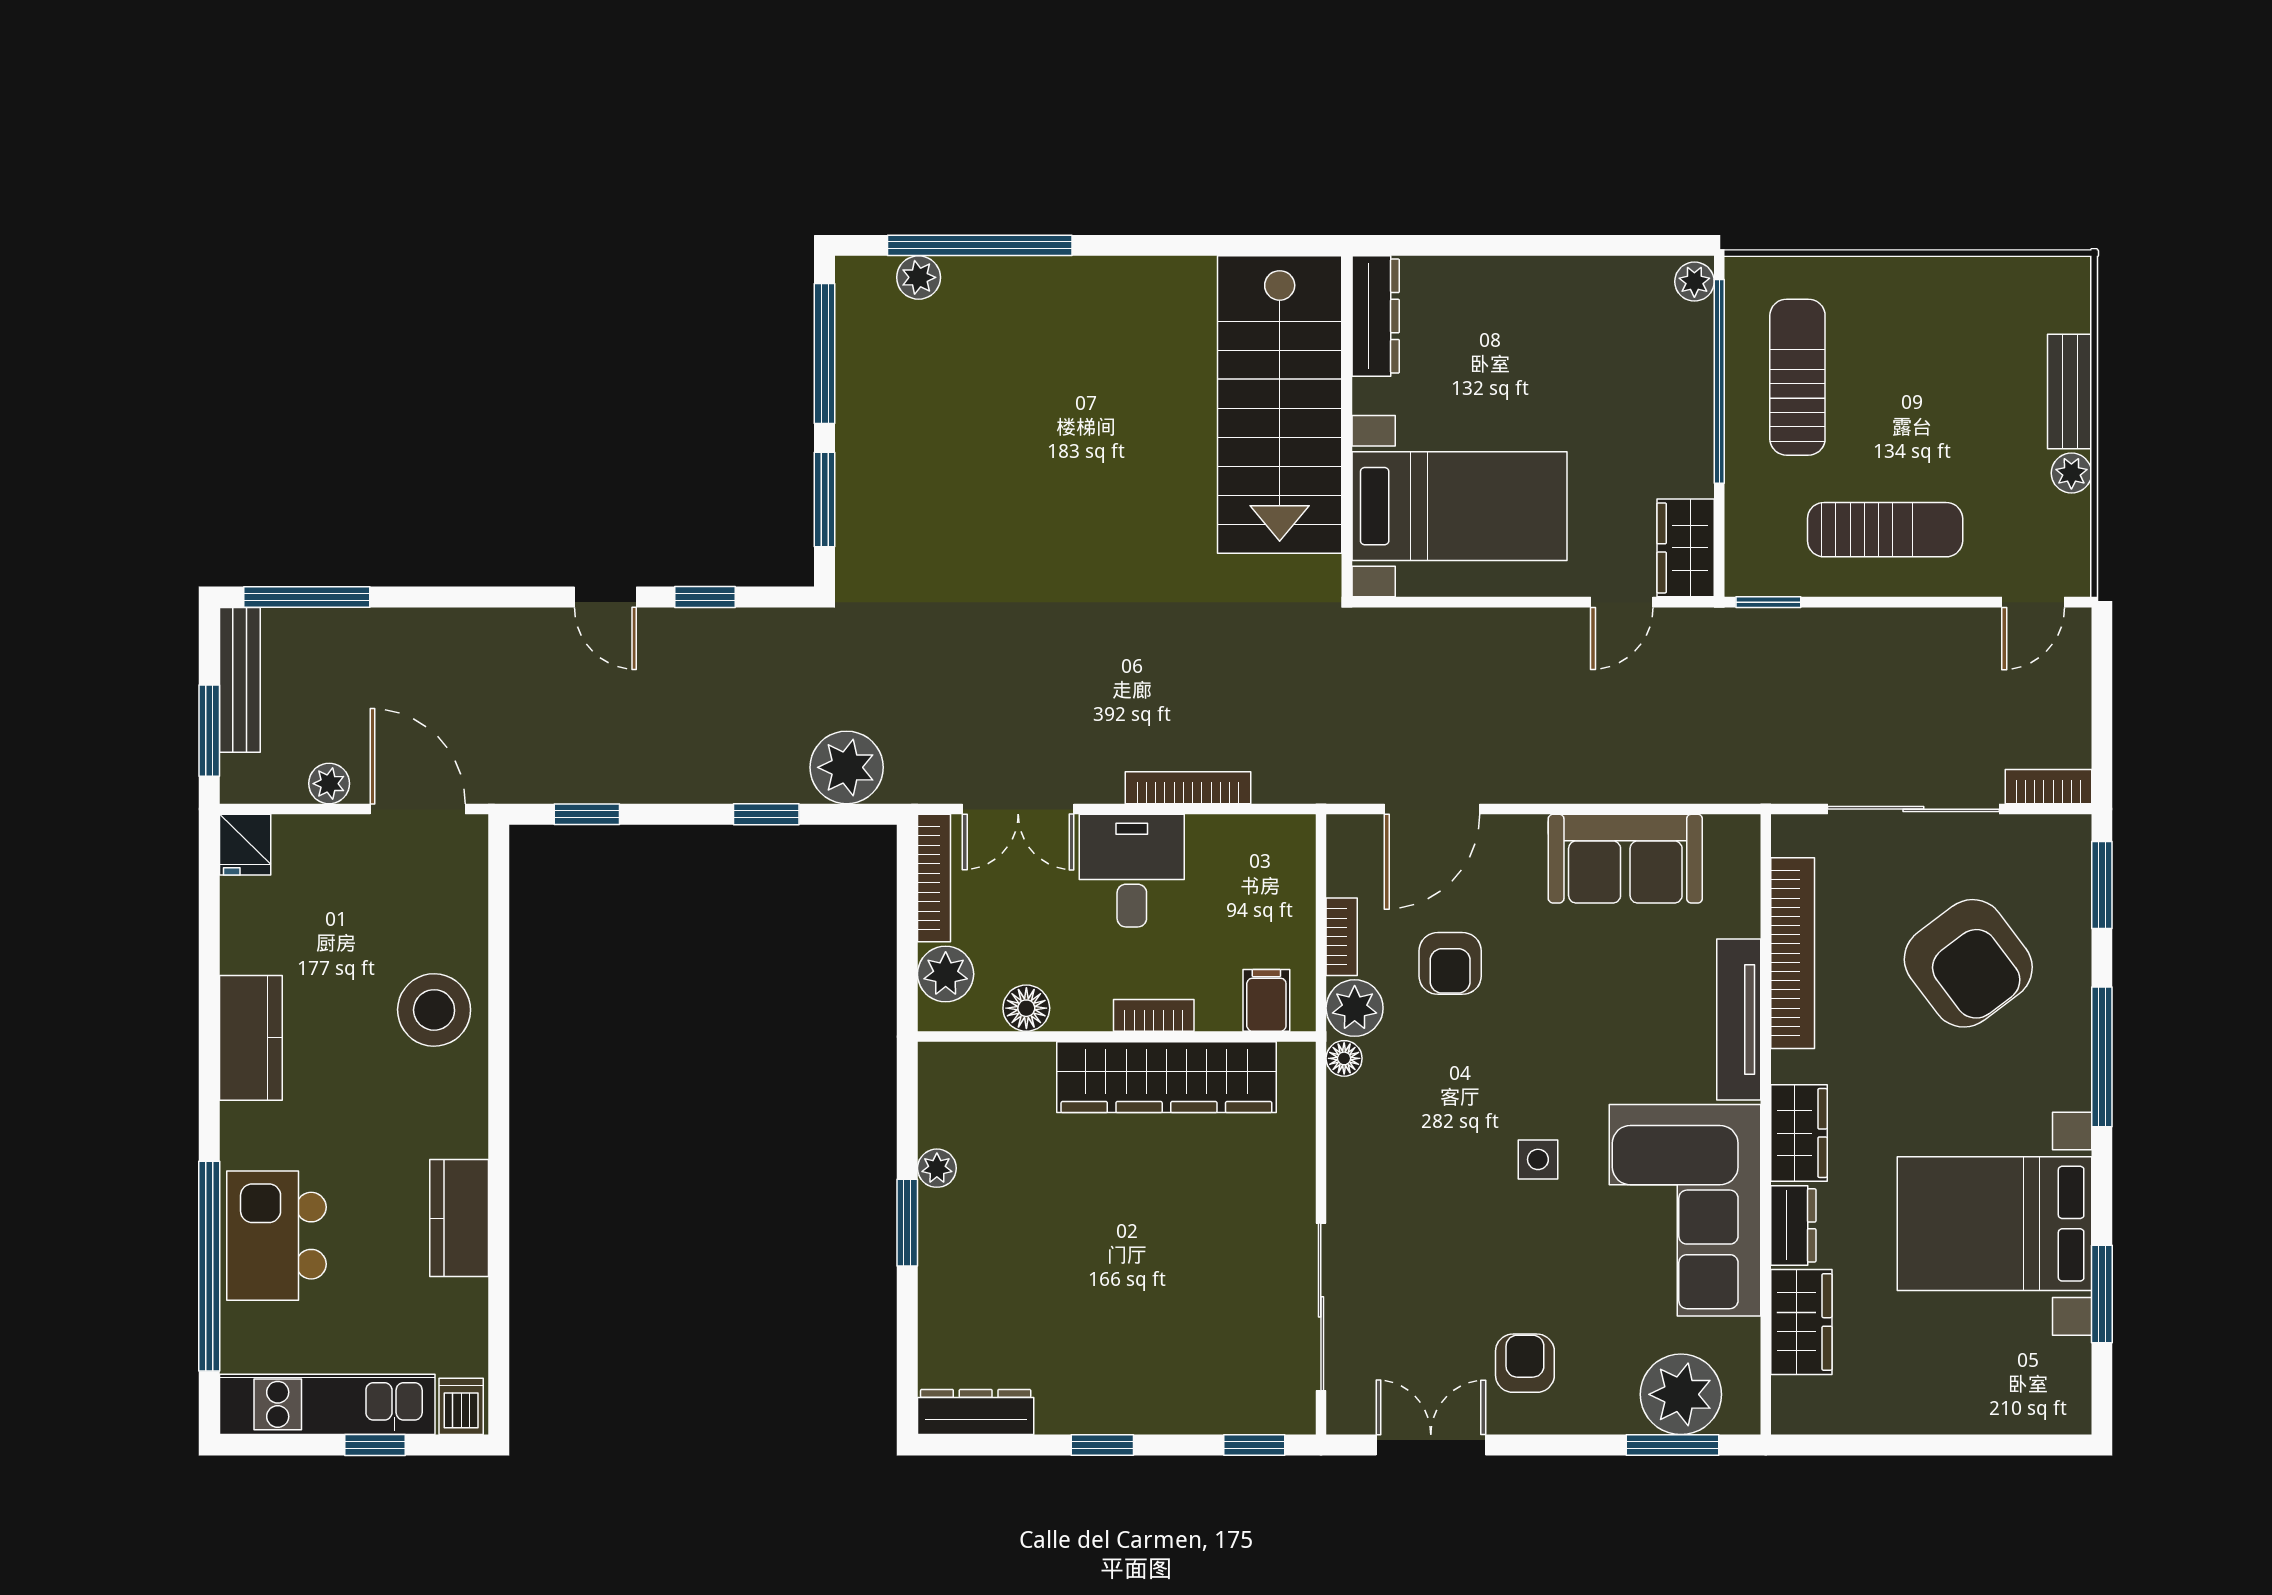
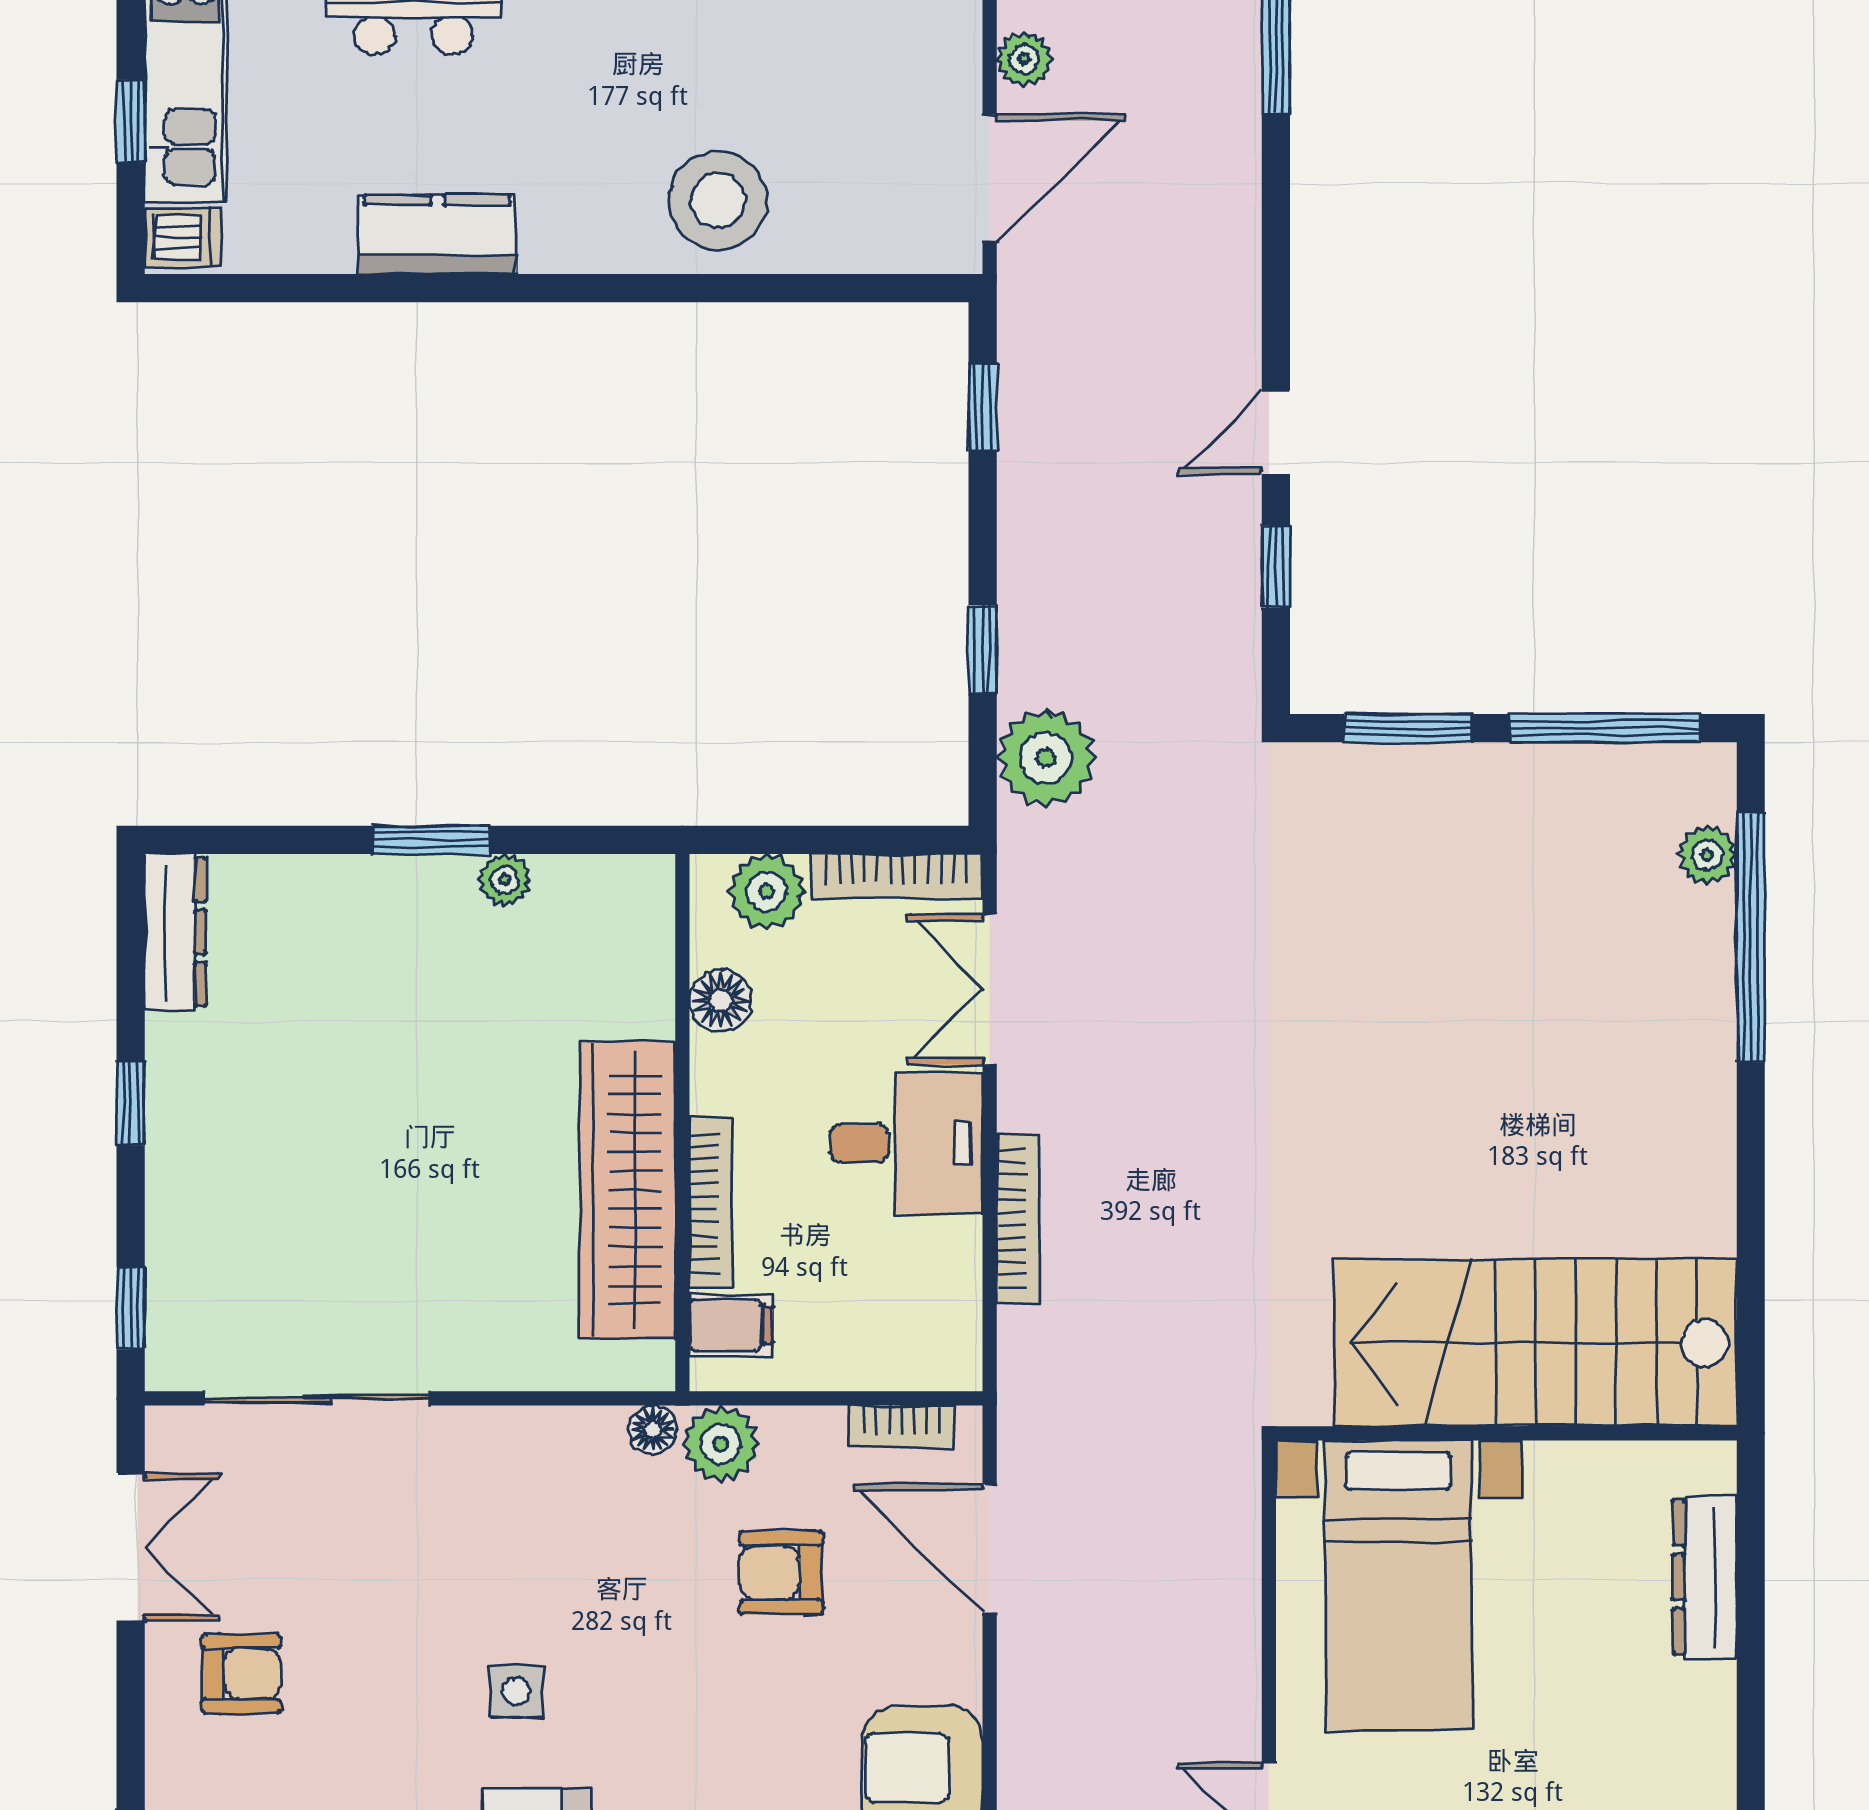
dresser: (1376, 316) -> (1705, 1577), moved, turned 90
bookcase: (1342, 937) -> (902, 1426), moved
bookcase: (1154, 1015) -> (711, 1203), width x1.56

